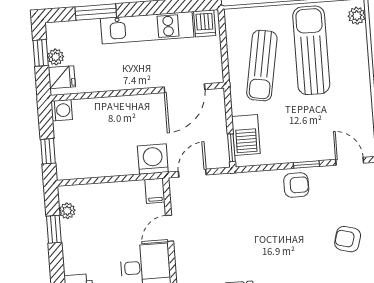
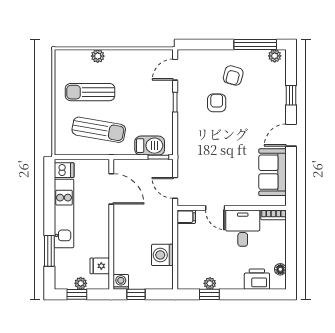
plant: (357, 16) -> (98, 56), moved
sun lounger: (311, 50) -> (90, 92), width x0.73, depth x0.75
fridge: (62, 77) -> (100, 266), moved, turned -90
window: (48, 151) -> (136, 294), moved
washing machine: (153, 159) -> (162, 255), moved
armchair: (296, 185) -> (217, 103), moved
plant: (67, 211) -> (210, 283), moved

